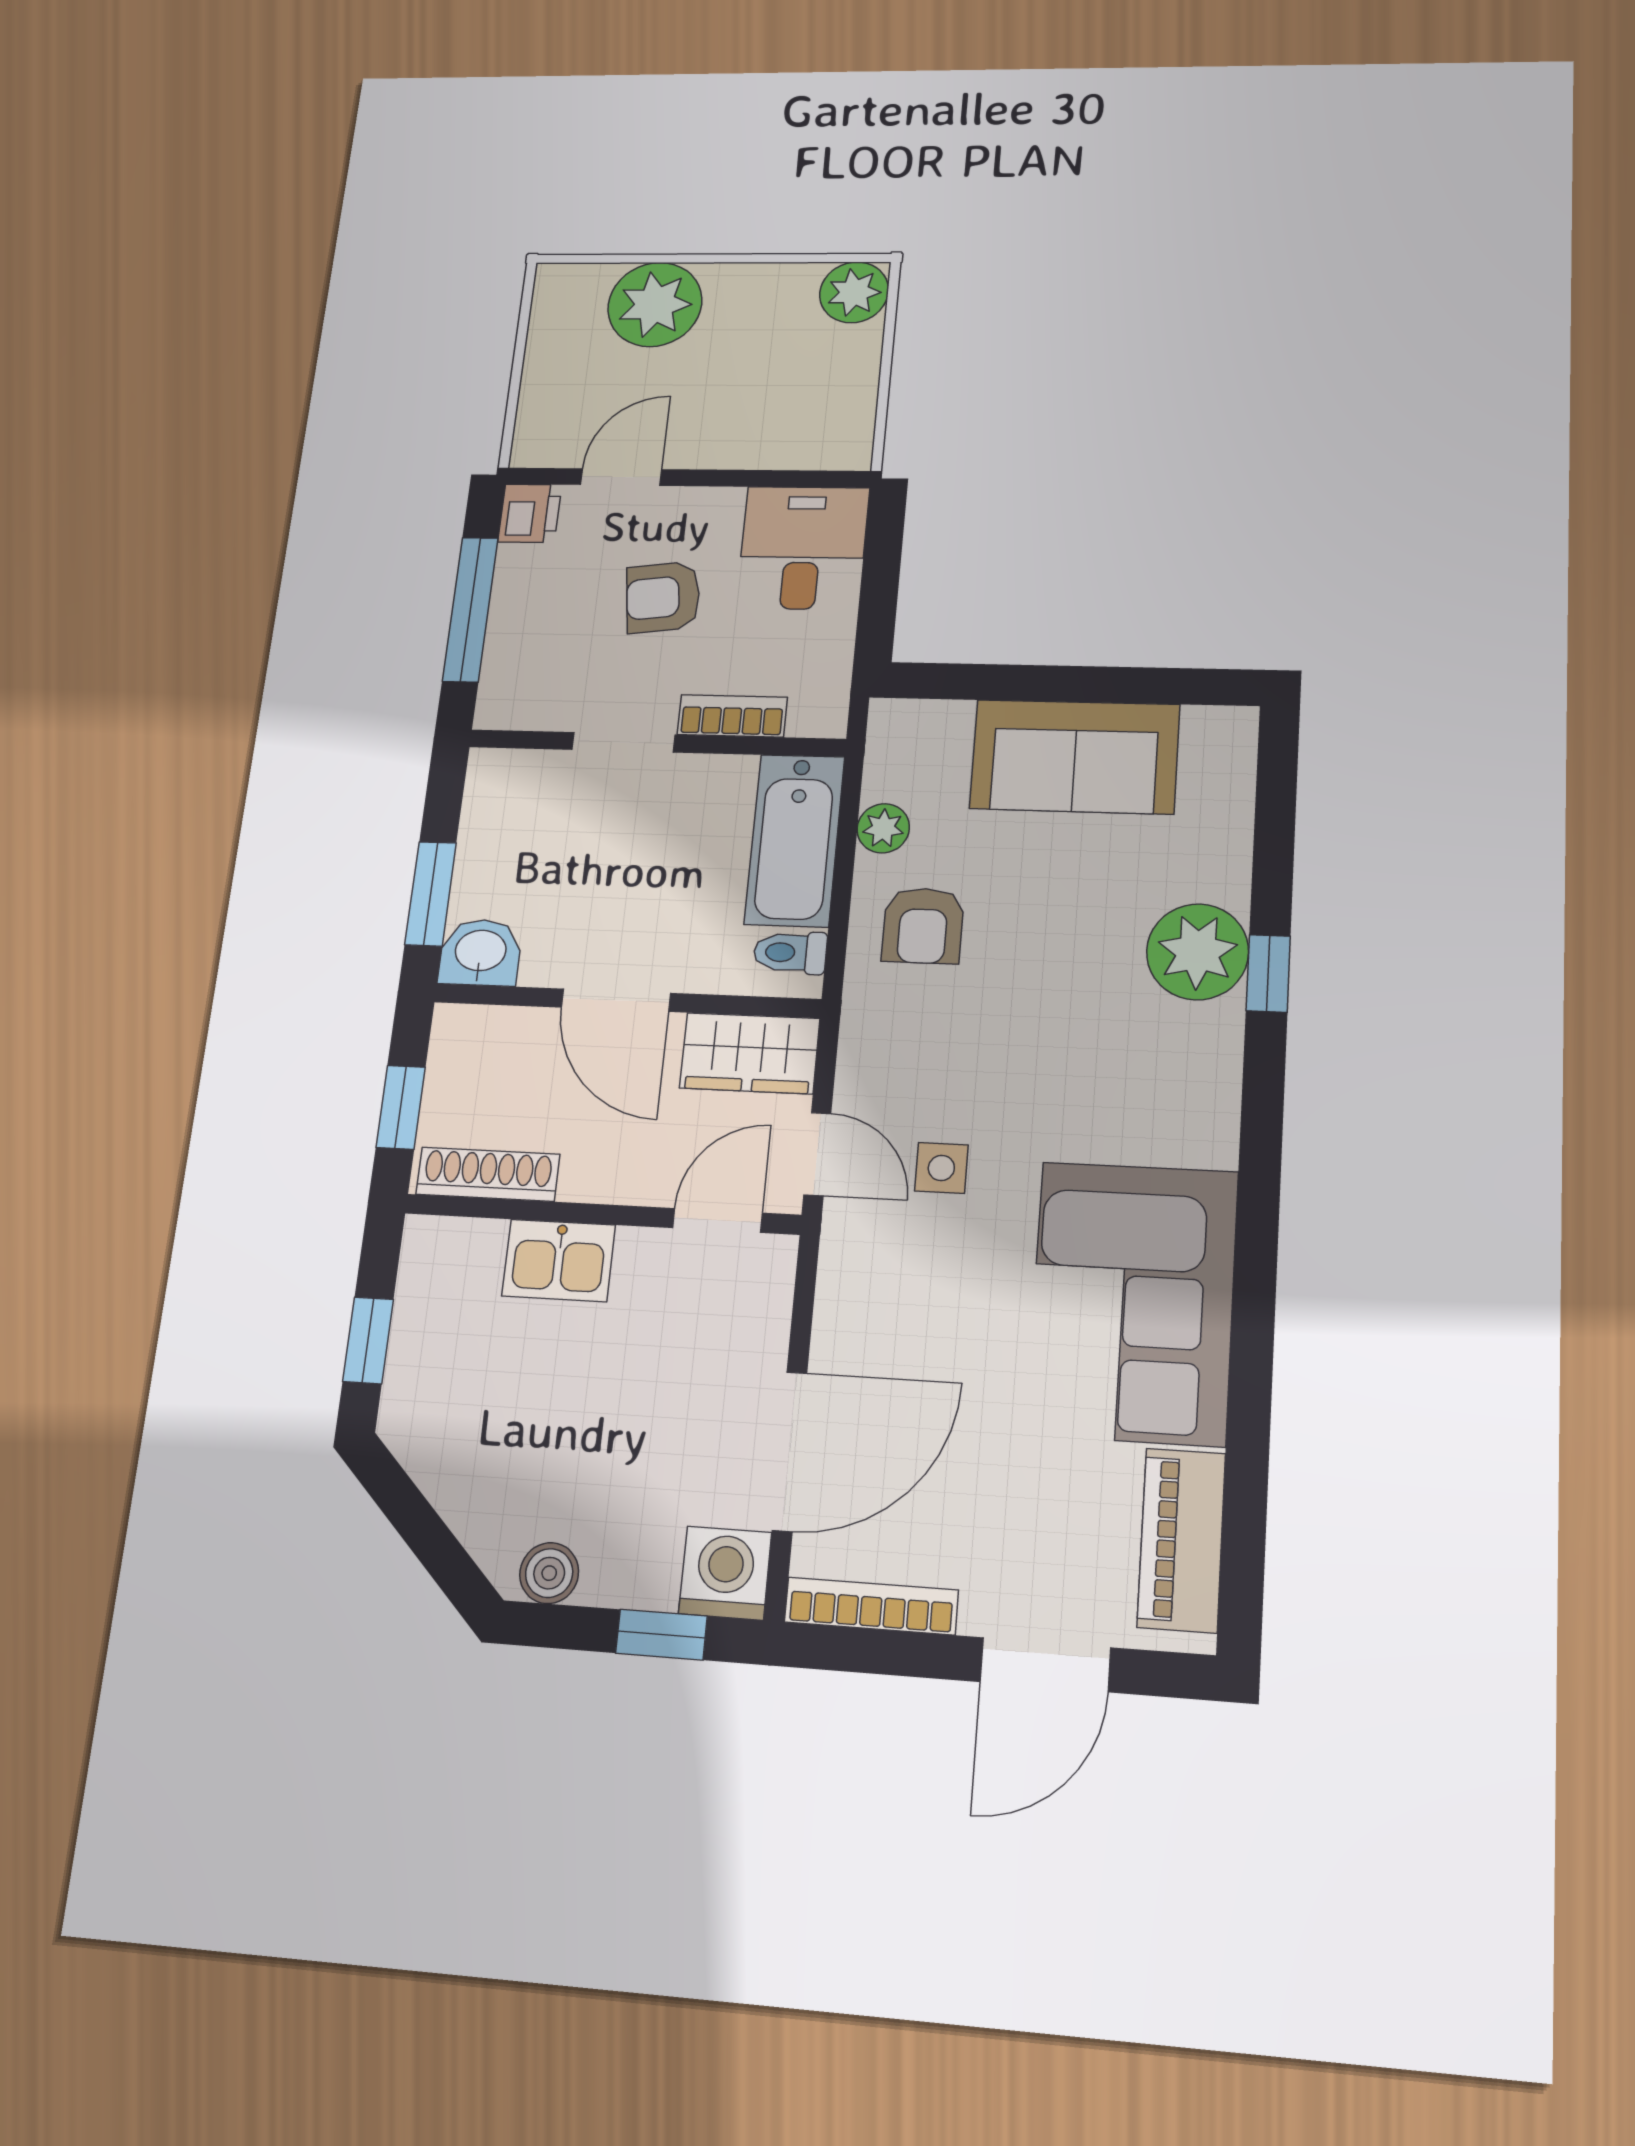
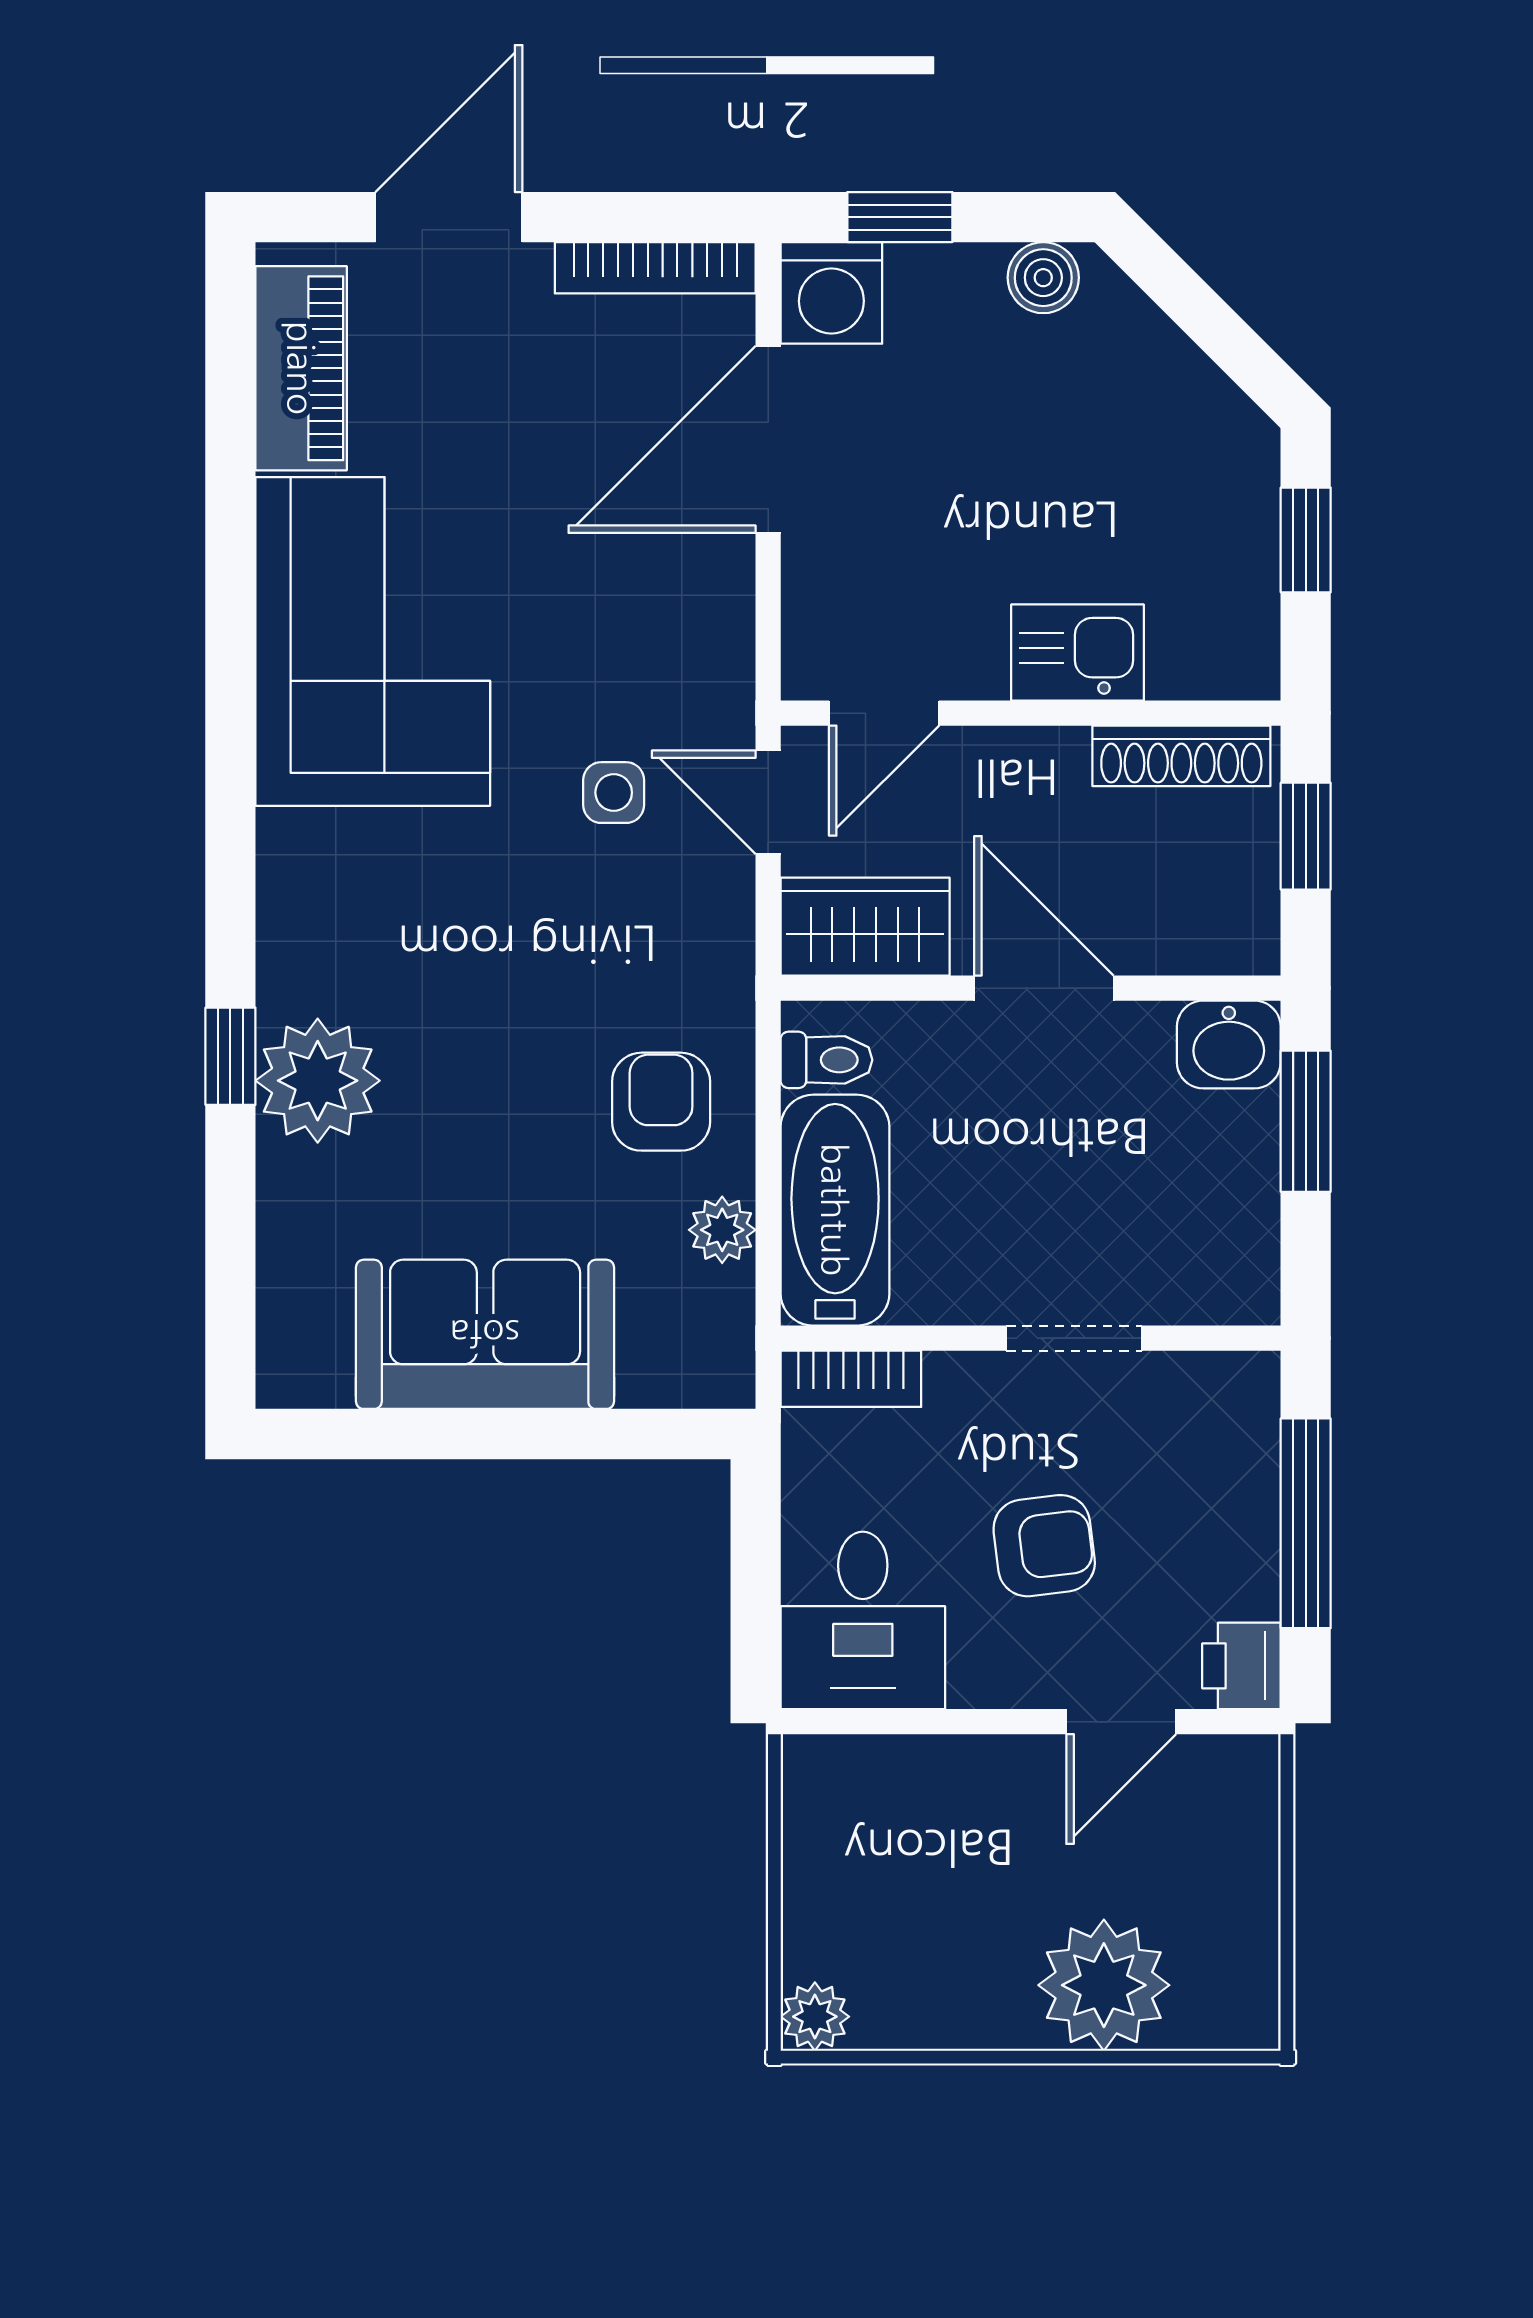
plant: (854, 292) -> (815, 2017), width x0.73, depth x0.73
bookcase: (732, 716) -> (851, 1379), moved

